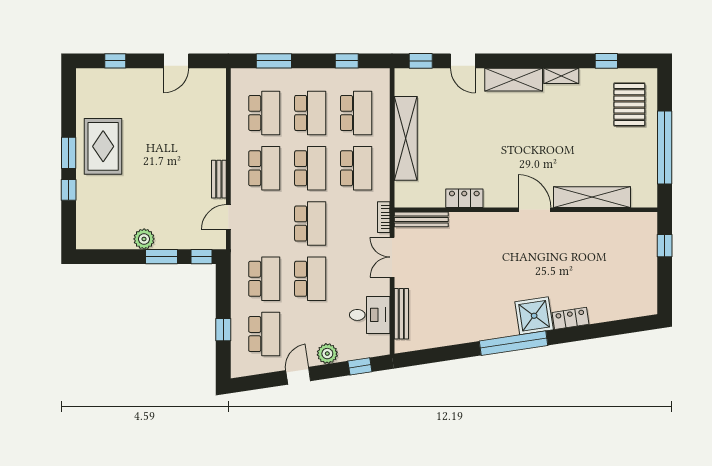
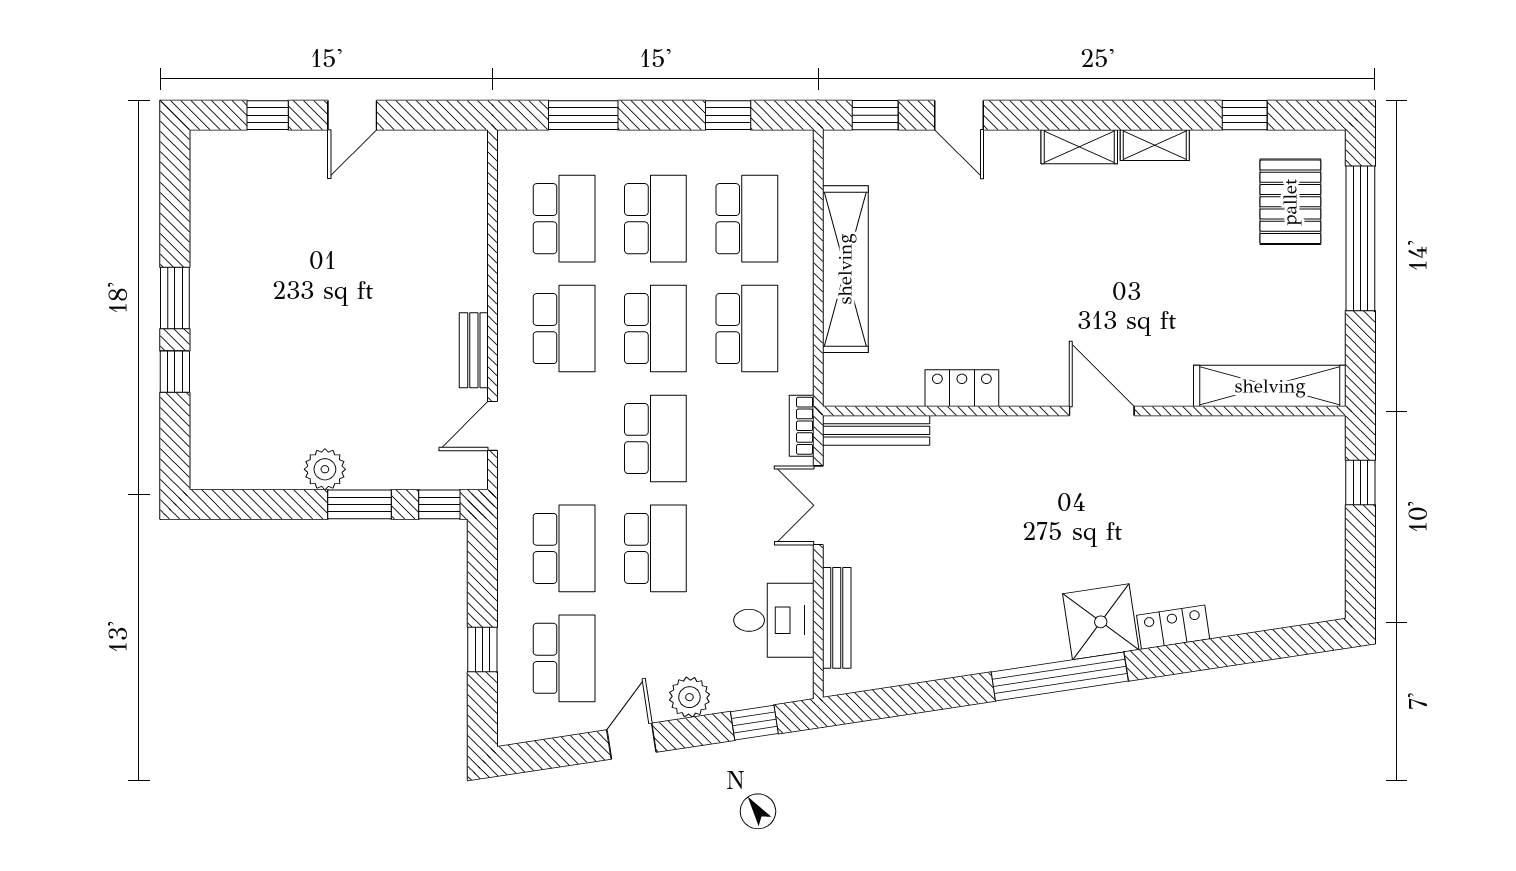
door: (176, 61) -> (352, 115), moved
shelving: (514, 80) -> (1079, 147), width x0.67, depth x0.75
rug: (103, 146) -> (244, 285), removed
window: (665, 148) -> (1360, 238), moved
shelving: (592, 197) -> (1270, 386), moved

